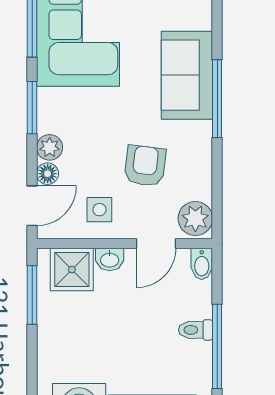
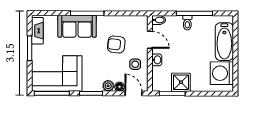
plant: (195, 219) -> (139, 23), removed
shower: (72, 270) -> (181, 82), moved

